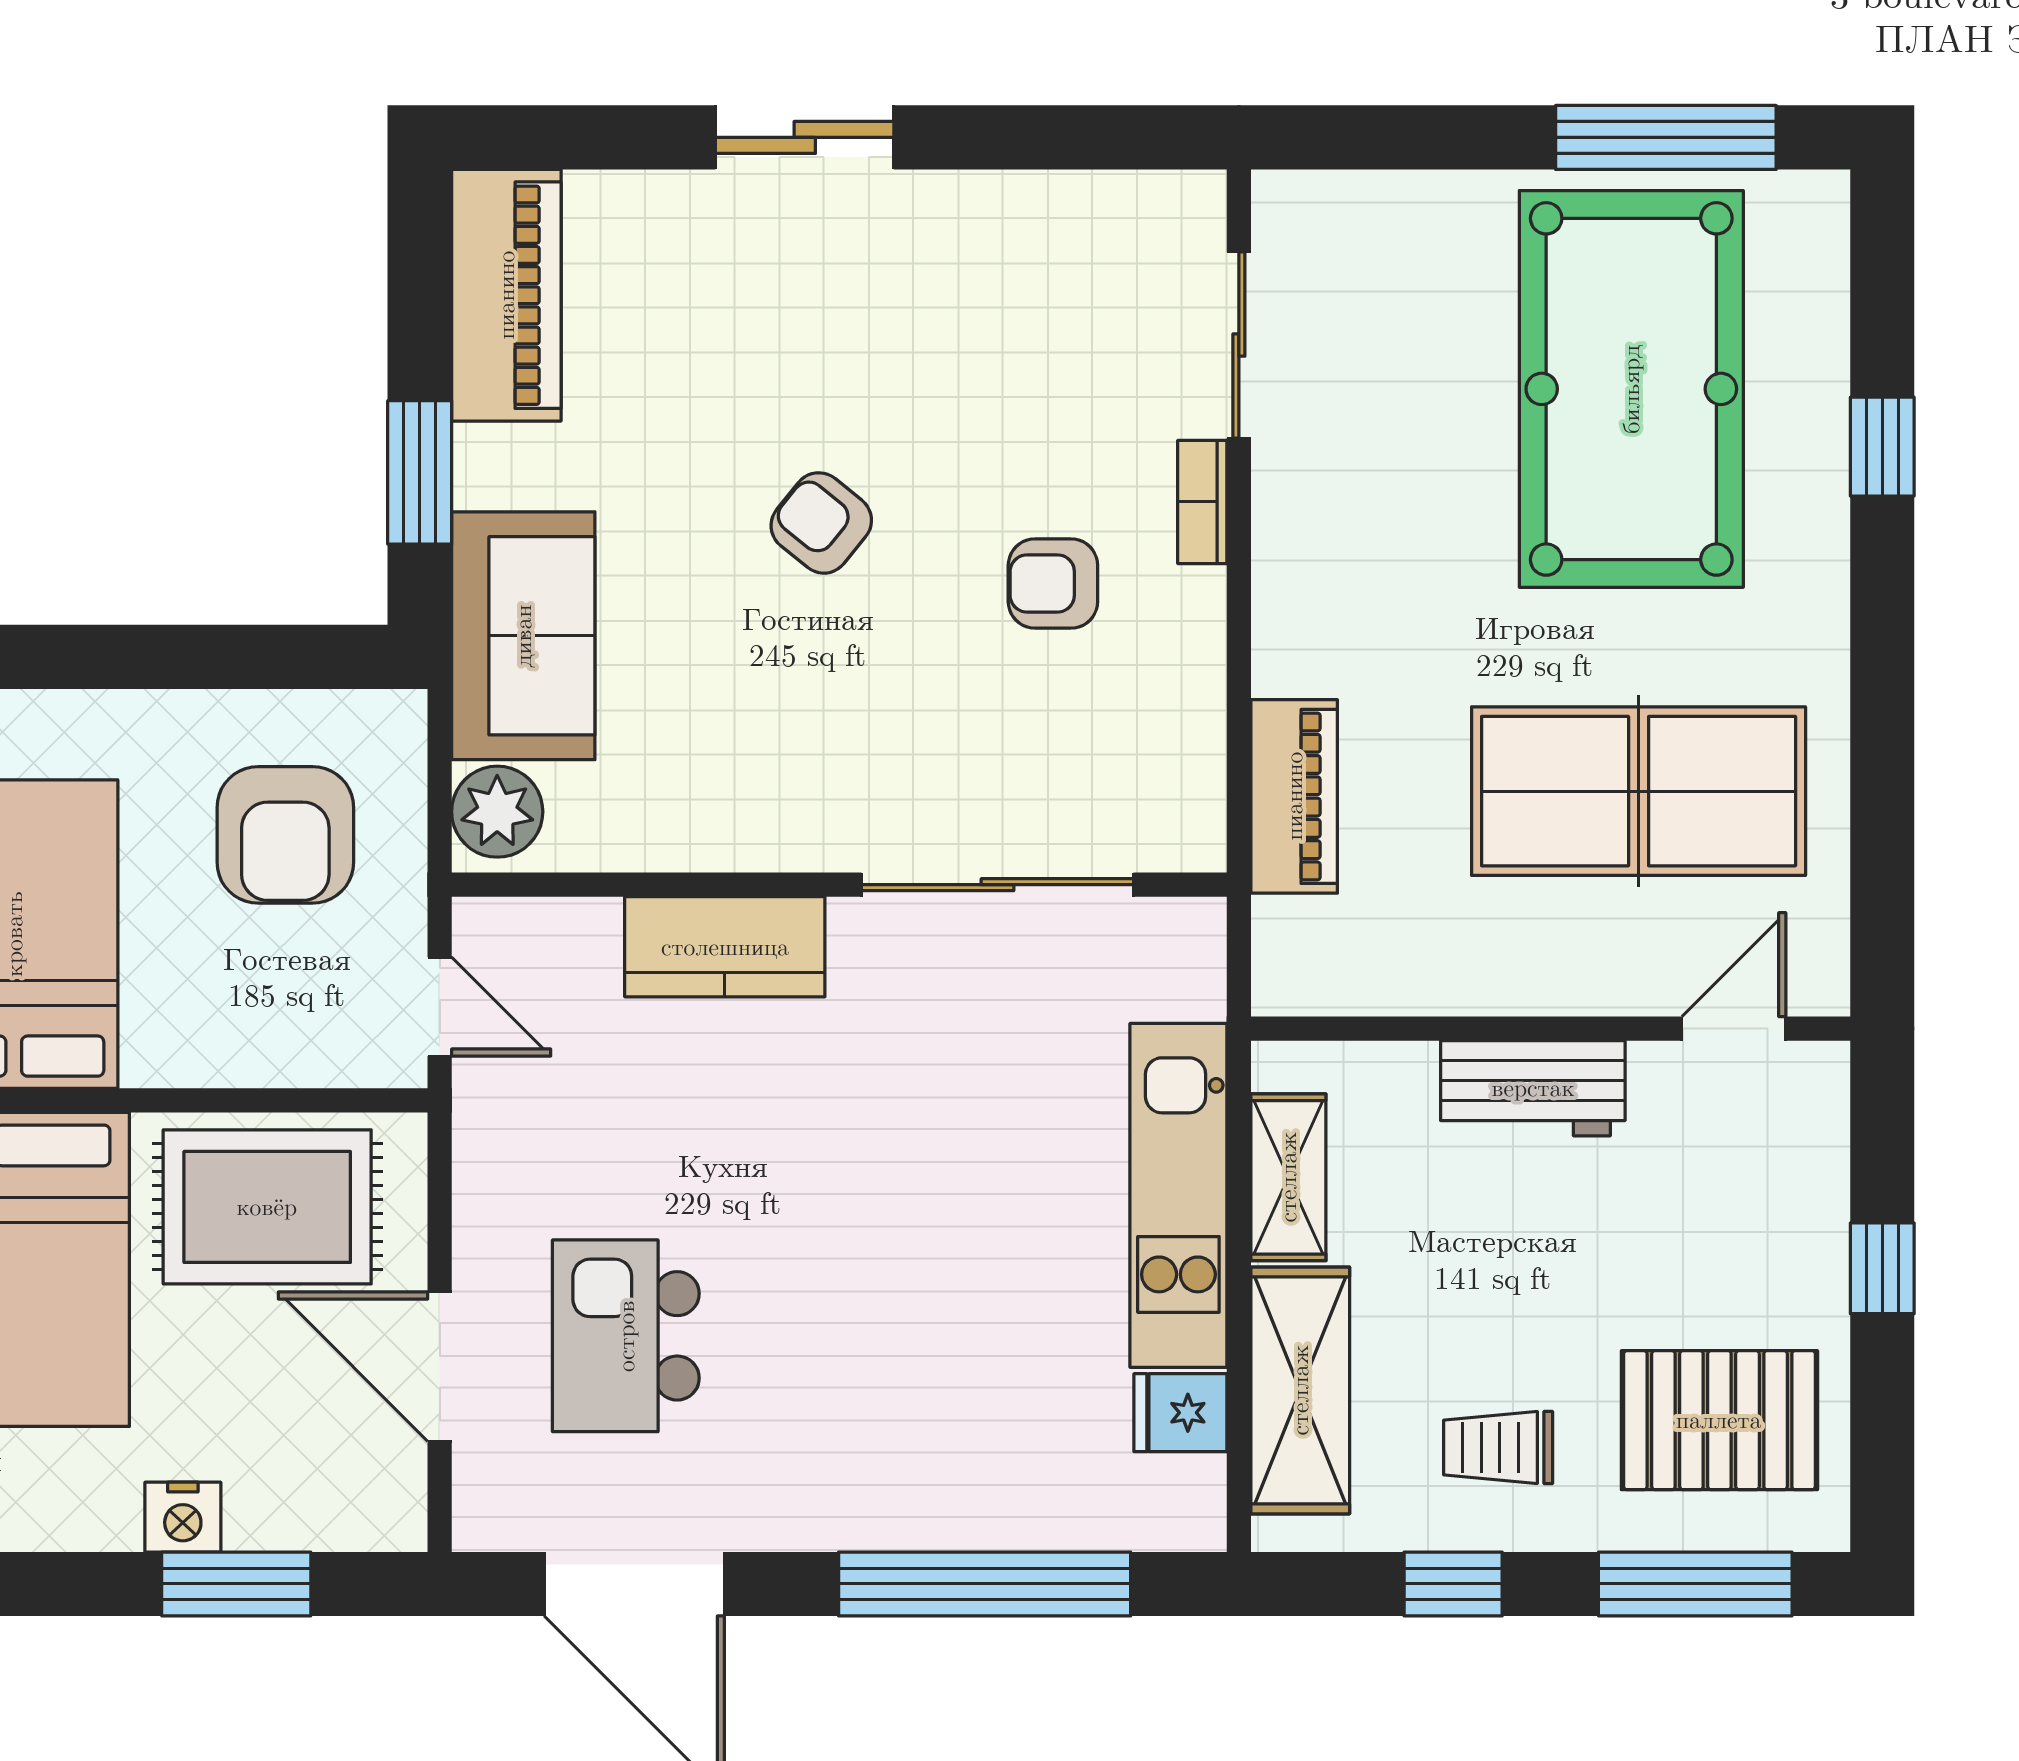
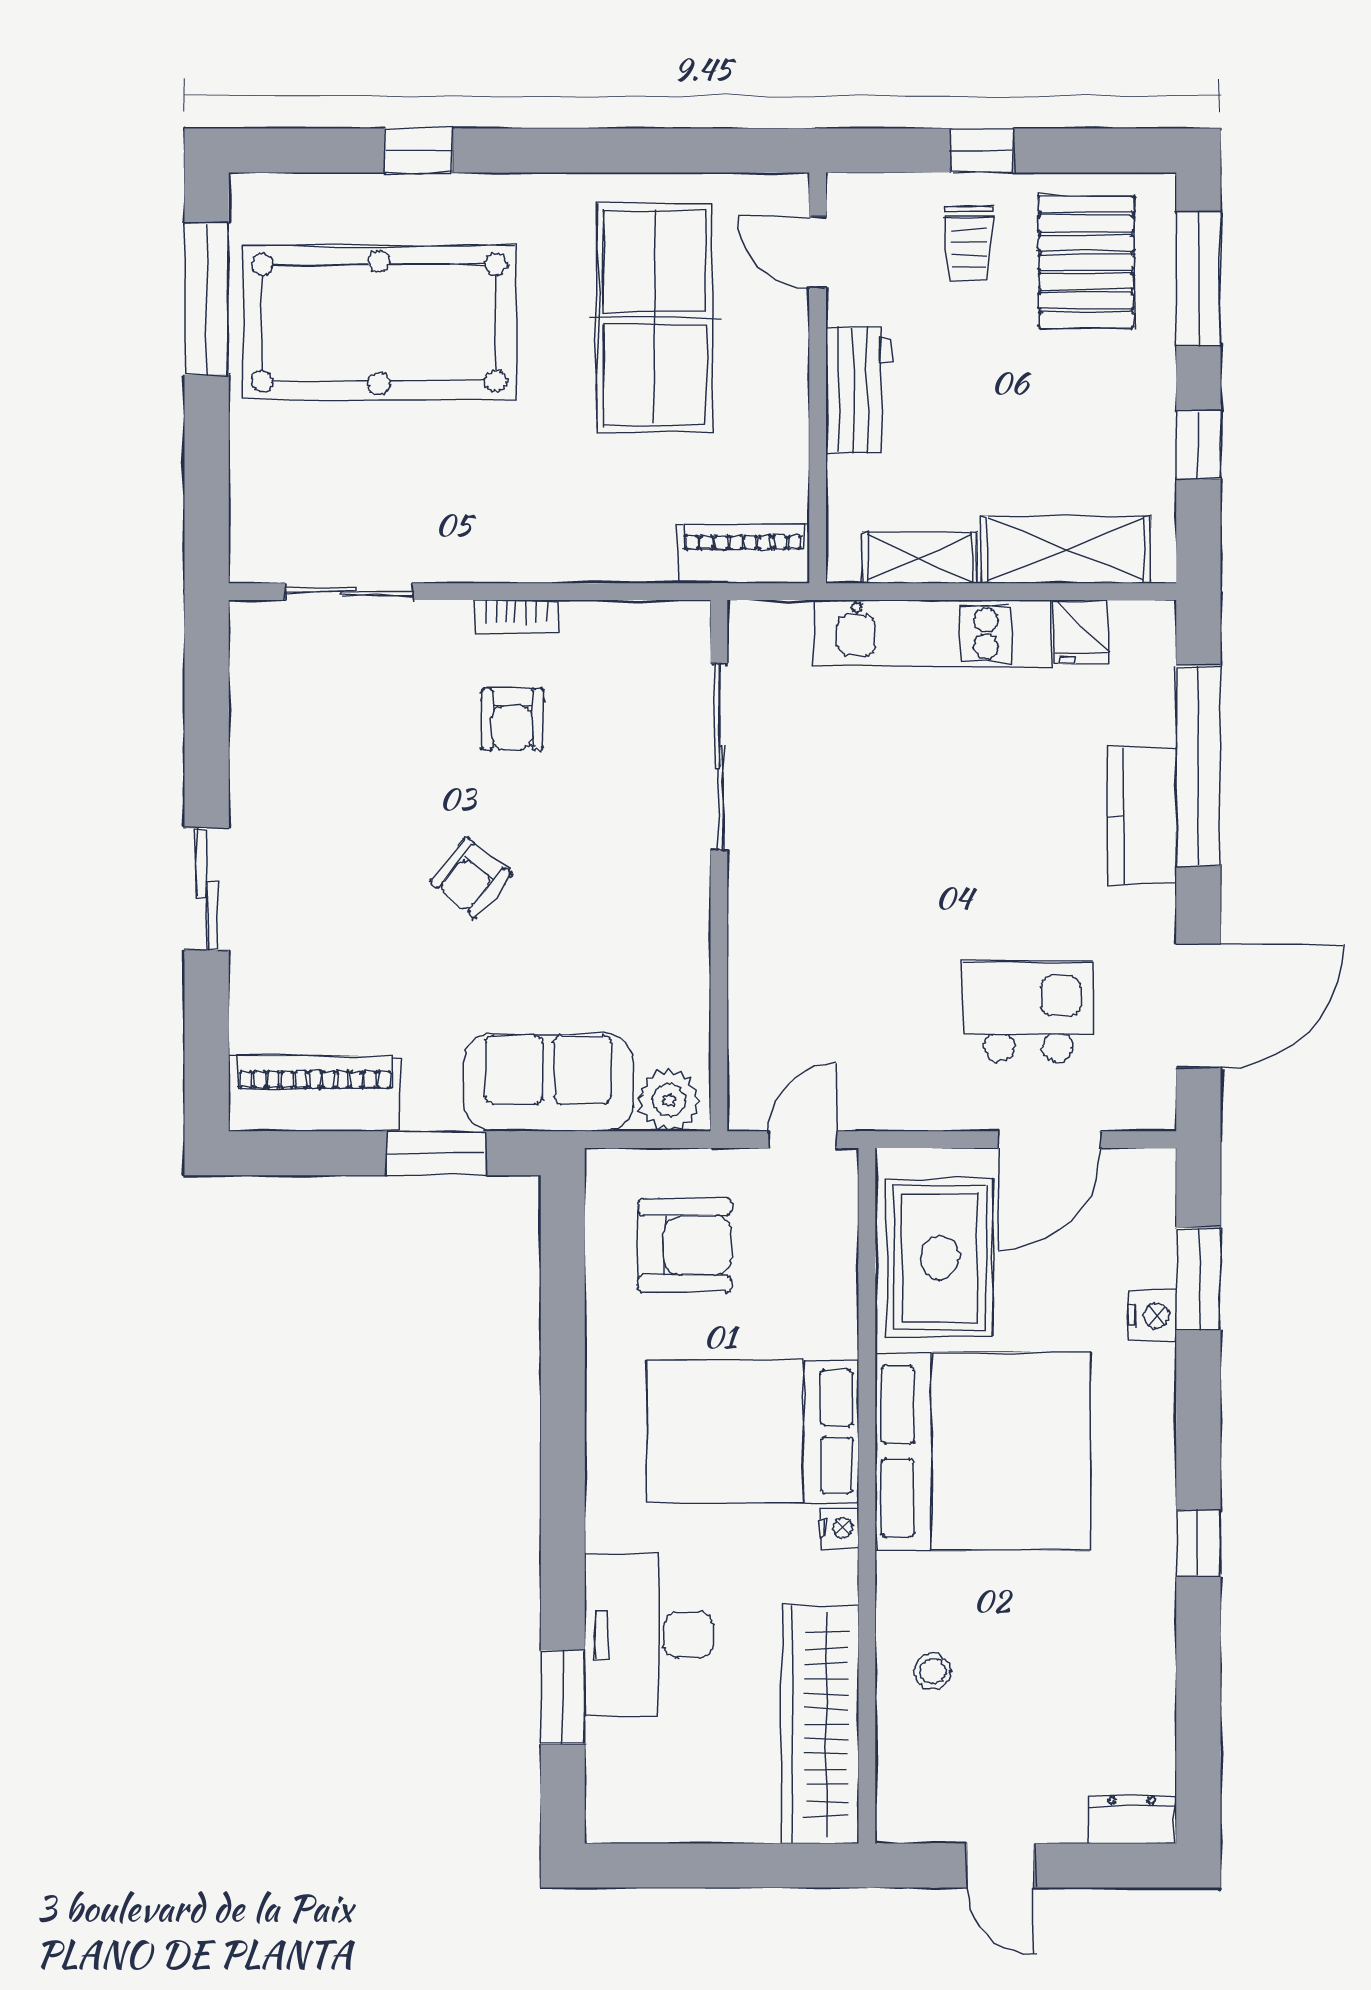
bookcase: (1202, 502) -> (516, 617), moved
piano: (1294, 796) -> (743, 554), moved
kitchen counter: (725, 947) -> (1142, 816), moved, turned 180
kitchen island: (626, 1336) -> (1028, 1012), turned 180
trolley: (1498, 1448) -> (969, 243), moved

